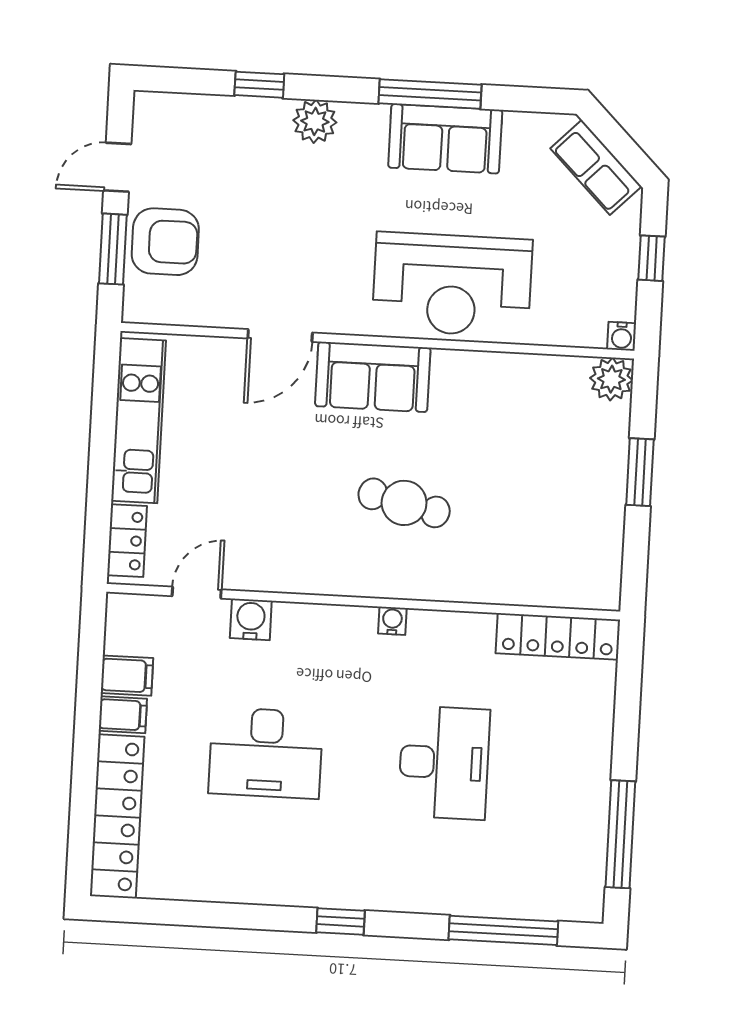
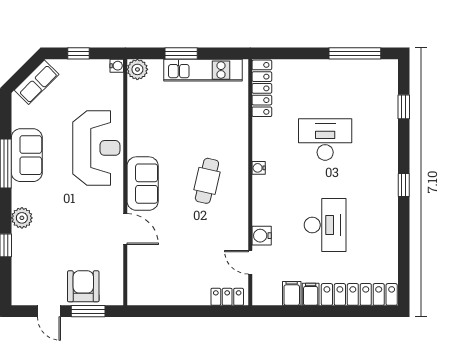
kitchen unit: (139, 421) -> (203, 70), moved, turned 180
cafe table: (404, 503) -> (207, 181), moved
window: (503, 930) -> (404, 107), width x0.46

